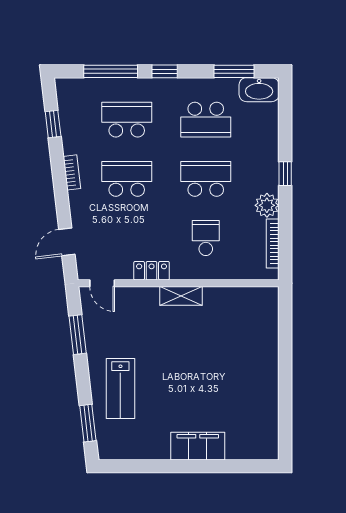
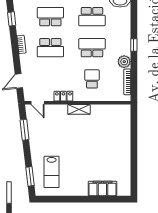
school desk: (127, 179) -> (50, 48), turned 180
lab bench: (120, 389) -> (52, 172), moved
filing cabinet: (198, 446) -> (102, 188), moved

